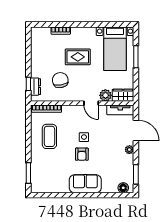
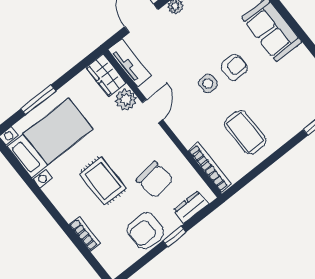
armchair: (41, 58) -> (145, 231), added
chair: (60, 80) -> (155, 180), turned -88
window: (28, 84) -> (174, 236), moved
coffee table: (49, 136) -> (245, 132), turned 90

